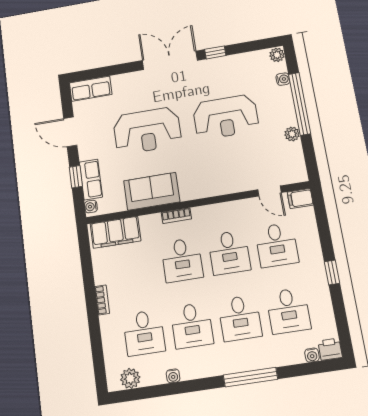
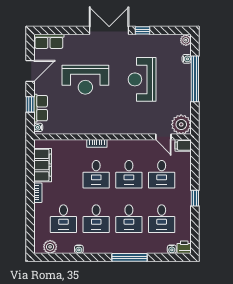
reception desk: (226, 117) -> (142, 79), turned 90
door: (70, 132) -> (30, 71), swing flipped
plant: (292, 134) -> (181, 124), moved, width x1.88, depth x1.88
sofa: (152, 191) -> (82, 124), removed
filing cabinet: (115, 232) -> (43, 165), moved, turned -90

